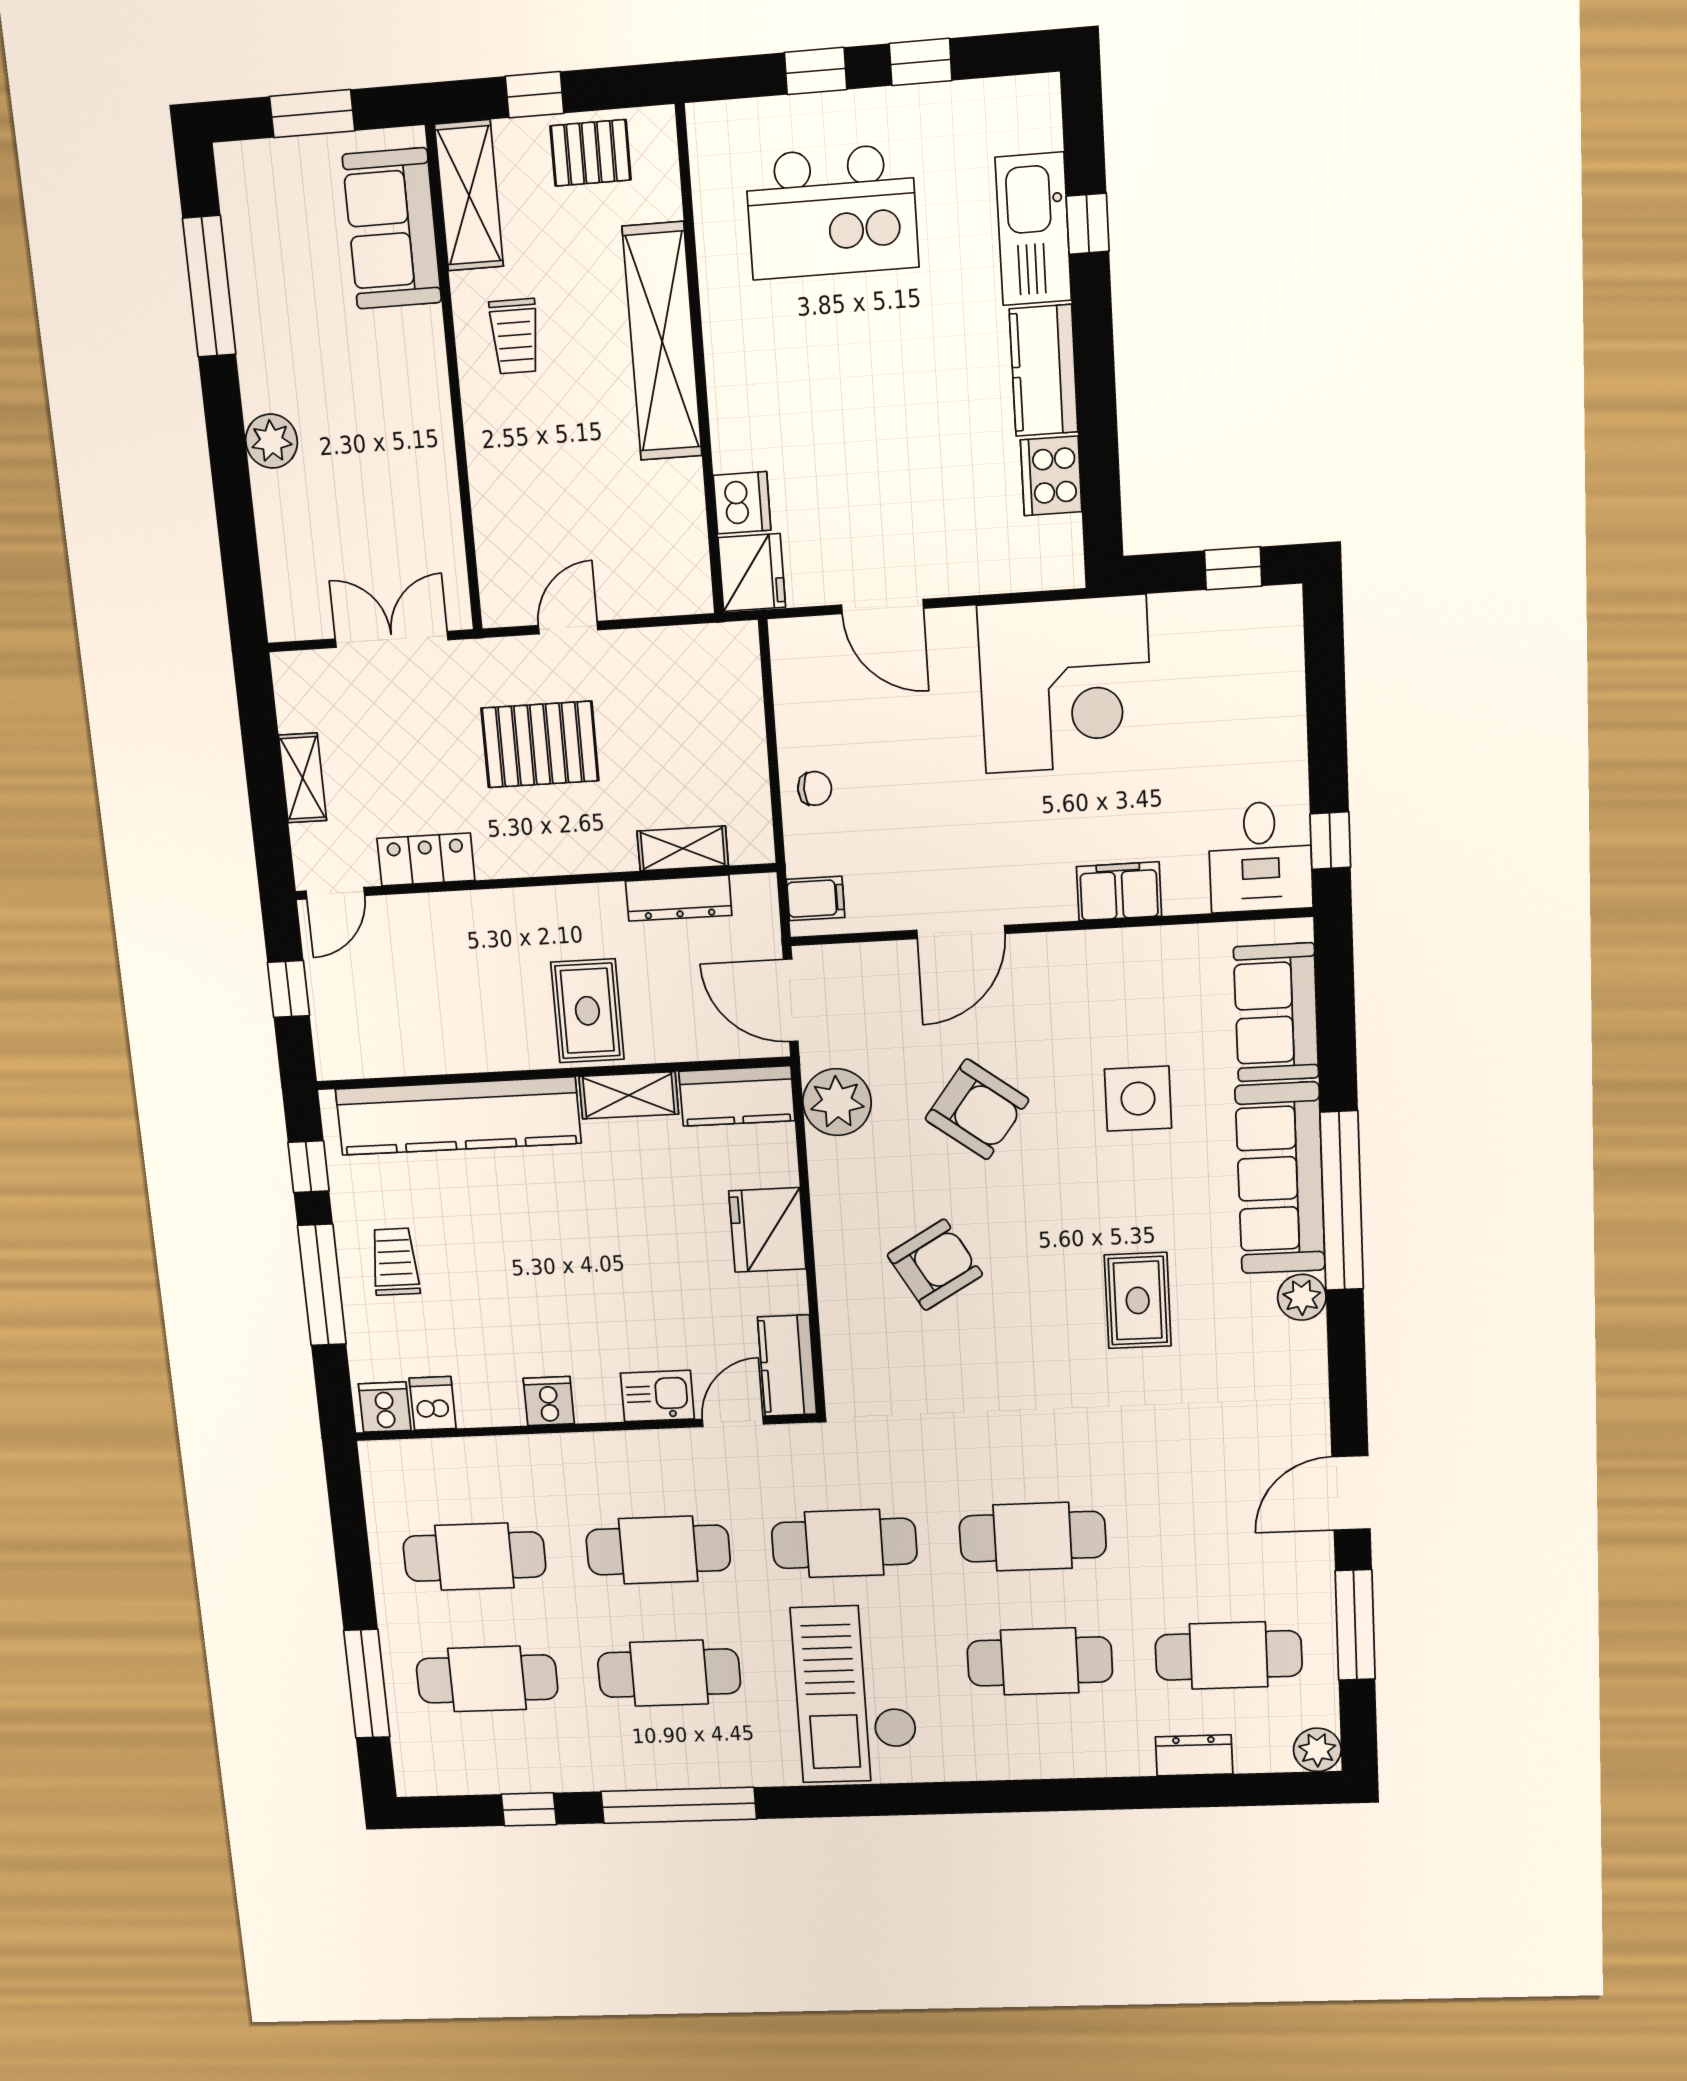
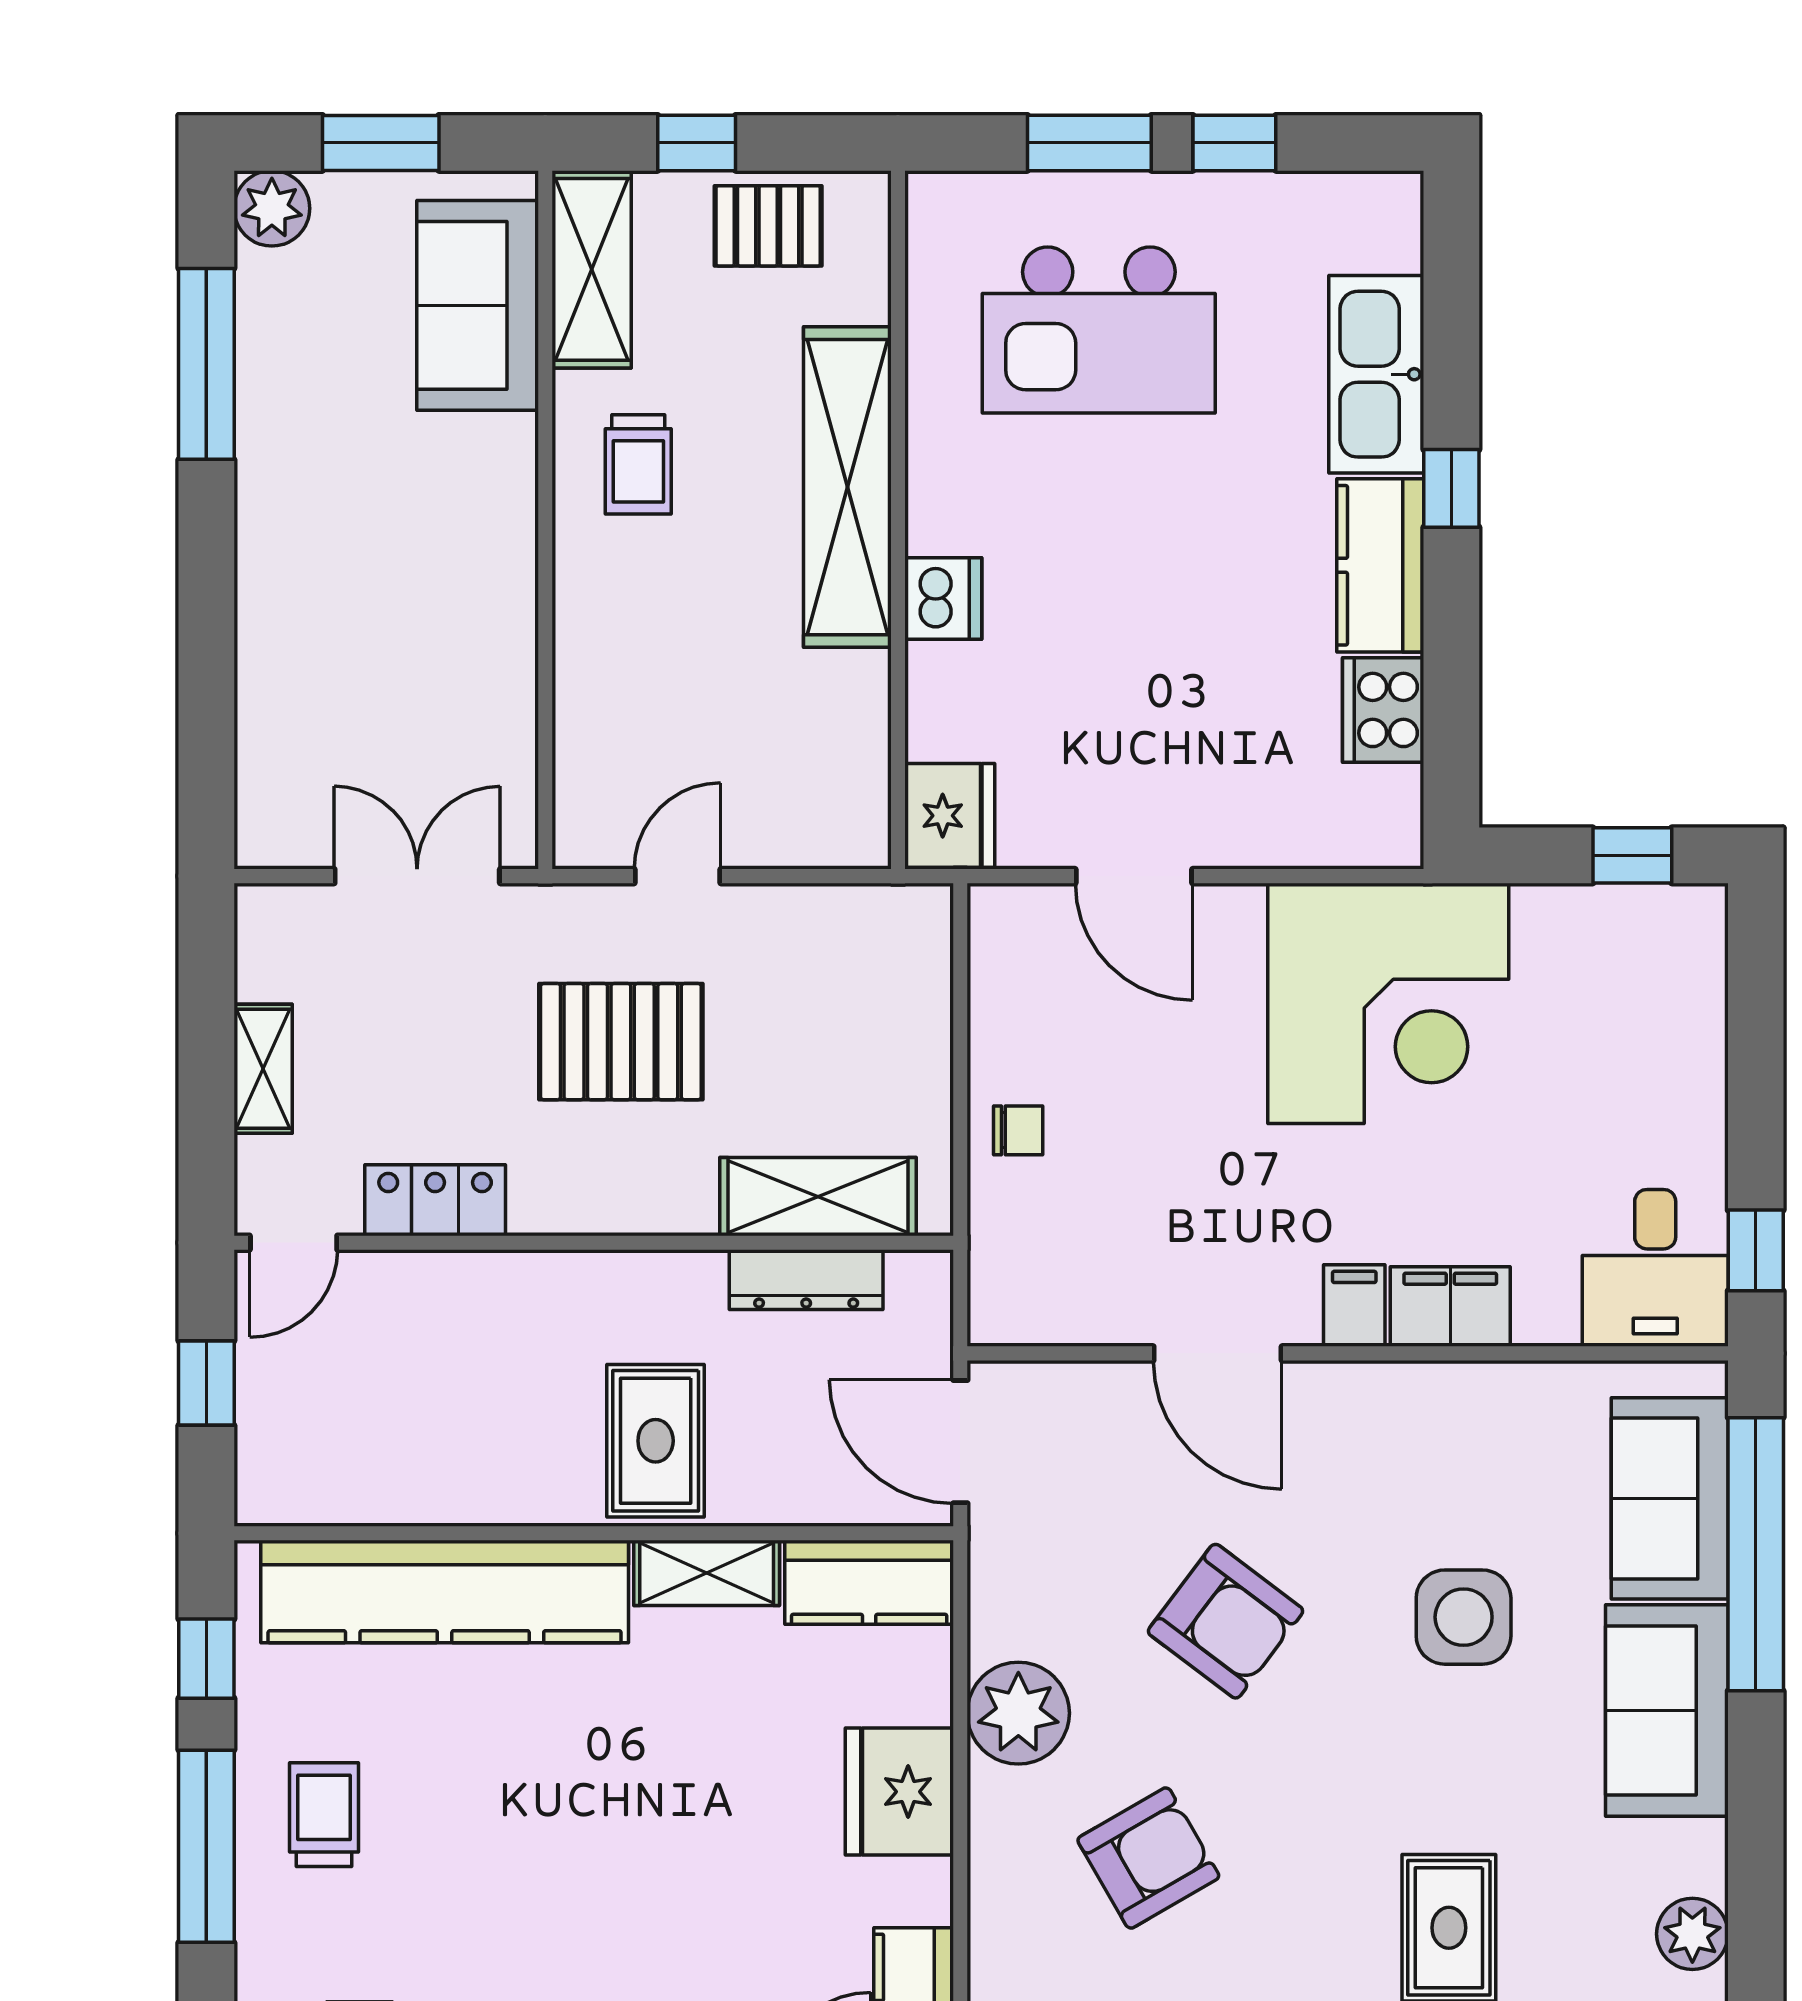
window: (816, 71) -> (1089, 143), width x1.50
window: (1088, 224) -> (1451, 488), moved
plant: (271, 441) -> (272, 208), moved
dishwasher: (742, 503) -> (943, 599), moved
shelving: (683, 848) -> (818, 1197), width x1.50, depth x1.33
filing cabinet: (816, 898) -> (1354, 1306), moved, turned -90
door: (961, 932) -> (1218, 1353), hinge flipped
plant: (837, 1102) -> (1018, 1713), moved
sofa: (1280, 1178) -> (1667, 1711), width x0.73
window: (1342, 1201) -> (1756, 1554), moved

